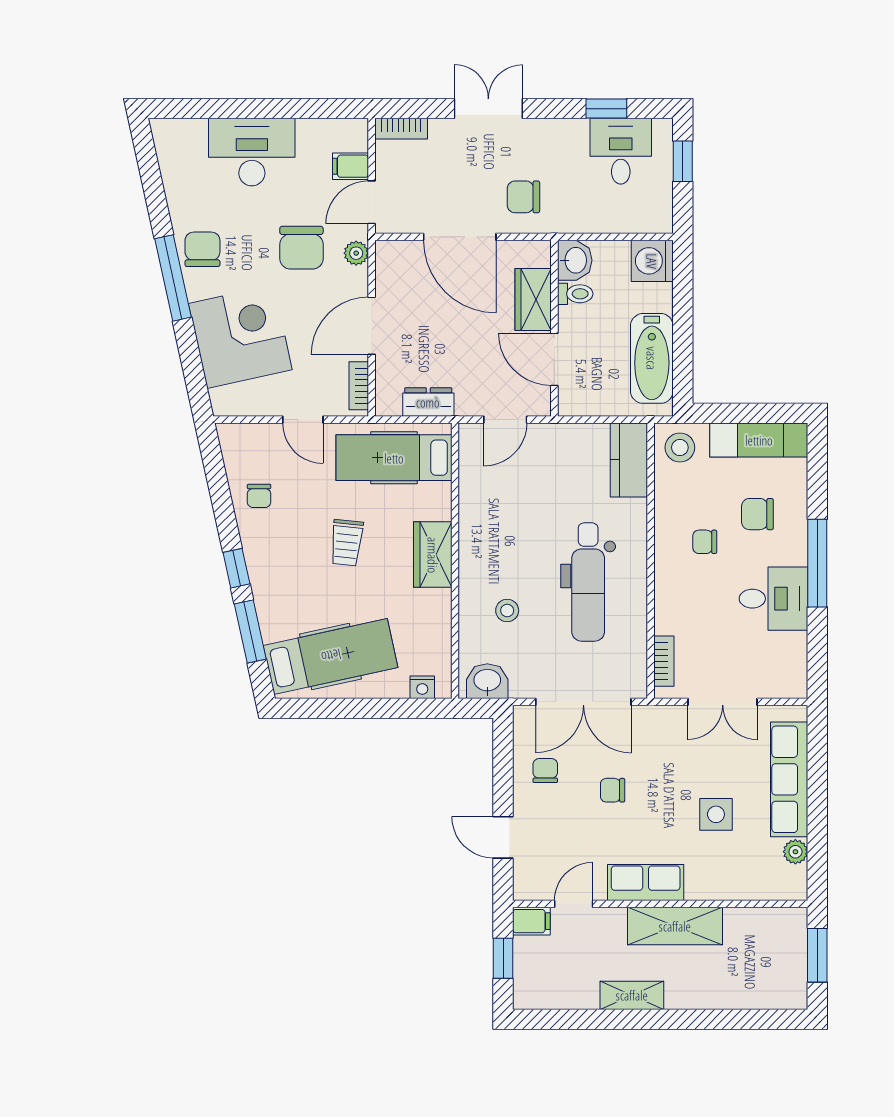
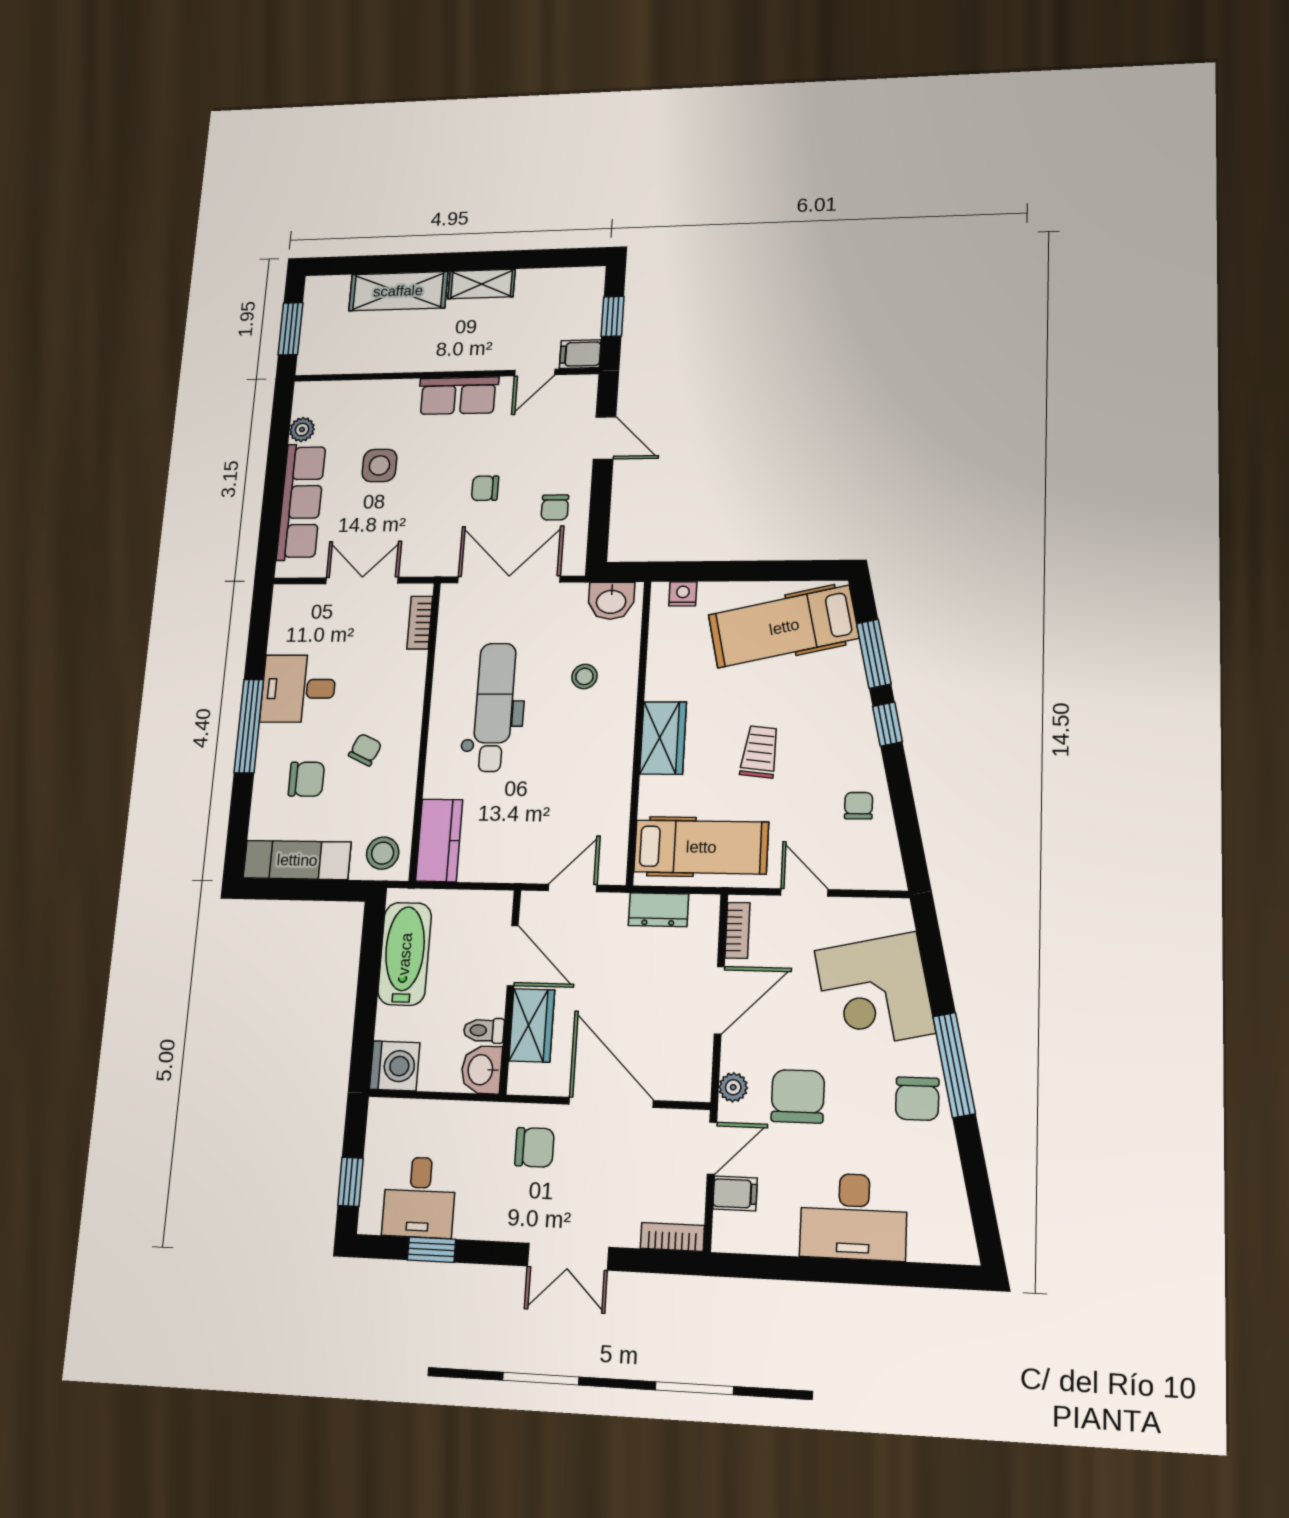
chair: (705, 542) -> (365, 750), turned -65
chair: (613, 790) -> (485, 488), turned 180
shelving: (675, 926) -> (398, 291), moved

